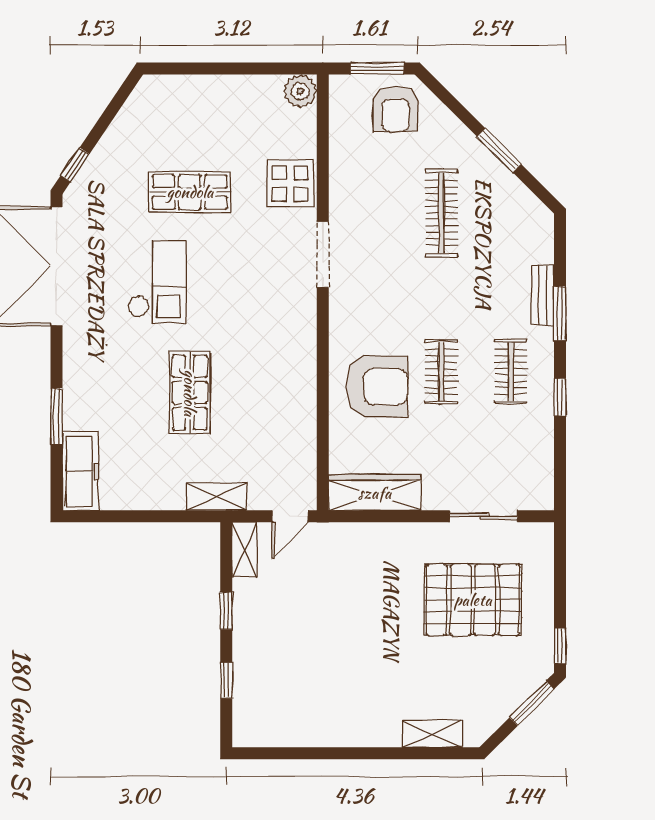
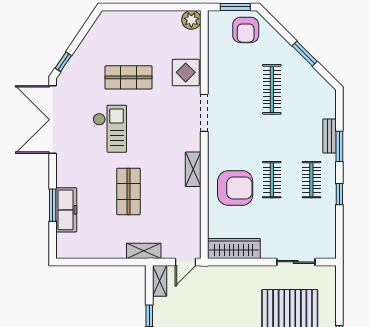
shelving: (303, 354) -> (193, 169), added
freezer: (80, 471) -> (66, 210), moved

